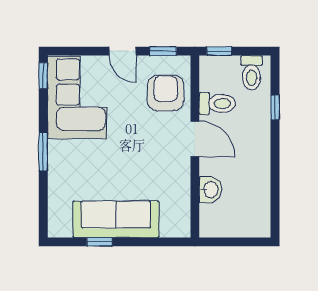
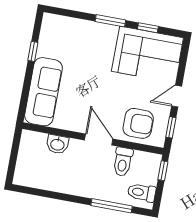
window: (43, 76) -> (148, 28), moved
window: (275, 107) -> (112, 206), width x2.17
door: (195, 139) -> (99, 139), swing flipped
sofa: (116, 219) -> (43, 92), moved

